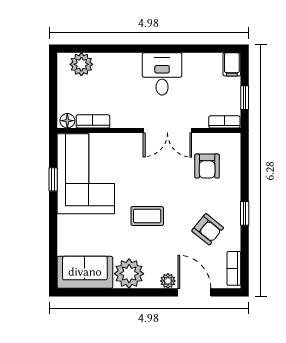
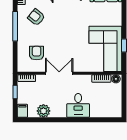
plant: (81, 64) -> (43, 111), moved
desk: (162, 74) -> (78, 105), moved
window: (245, 213) -> (15, 26), width x2.17
coffee table: (147, 216) -> (71, 25), removed

